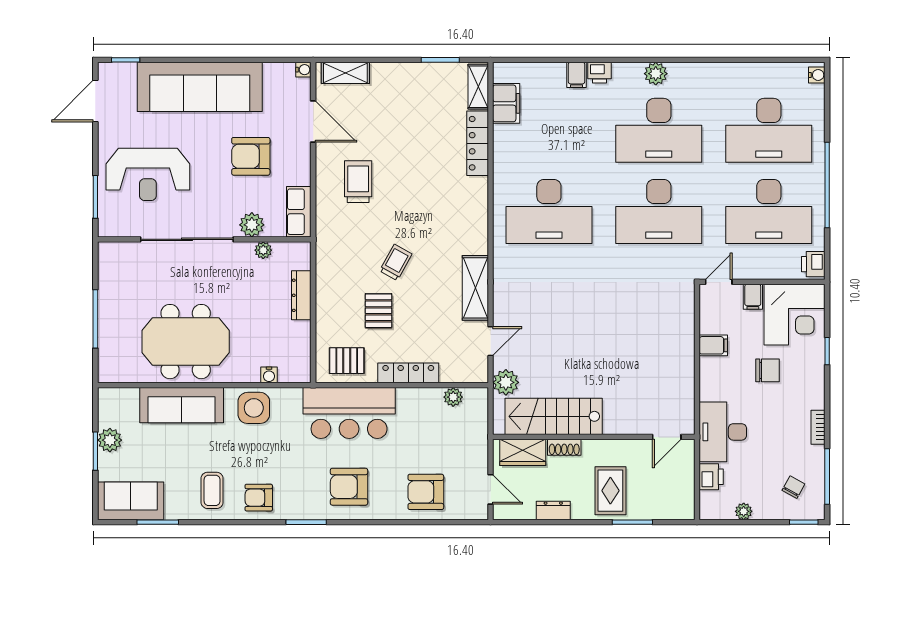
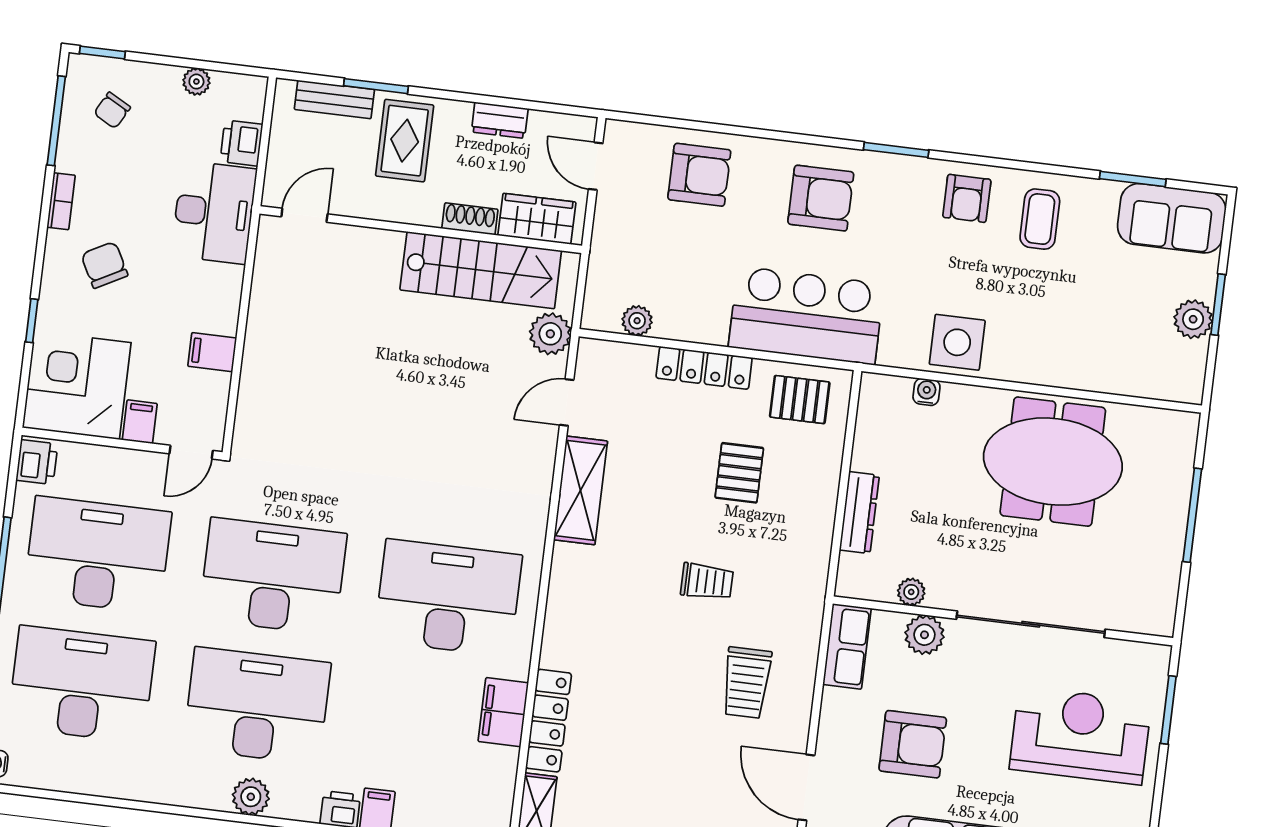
filing cabinet: (506, 103) -> (503, 712), moved
trolley: (396, 262) -> (707, 581), moved, turned -119
chair: (768, 370) -> (104, 265), moved, turned 62
sofa: (182, 405) -> (1072, 361), removed
armchair: (259, 498) -> (967, 198), turned 90
bench: (657, 511) -> (334, 99), added

